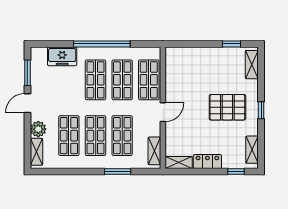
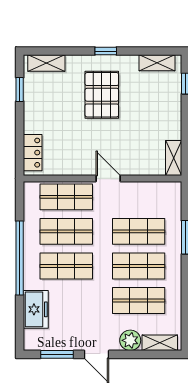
shelving: (154, 151) -> (158, 189), removed
locker: (207, 162) -> (33, 153), moved, turned 180

